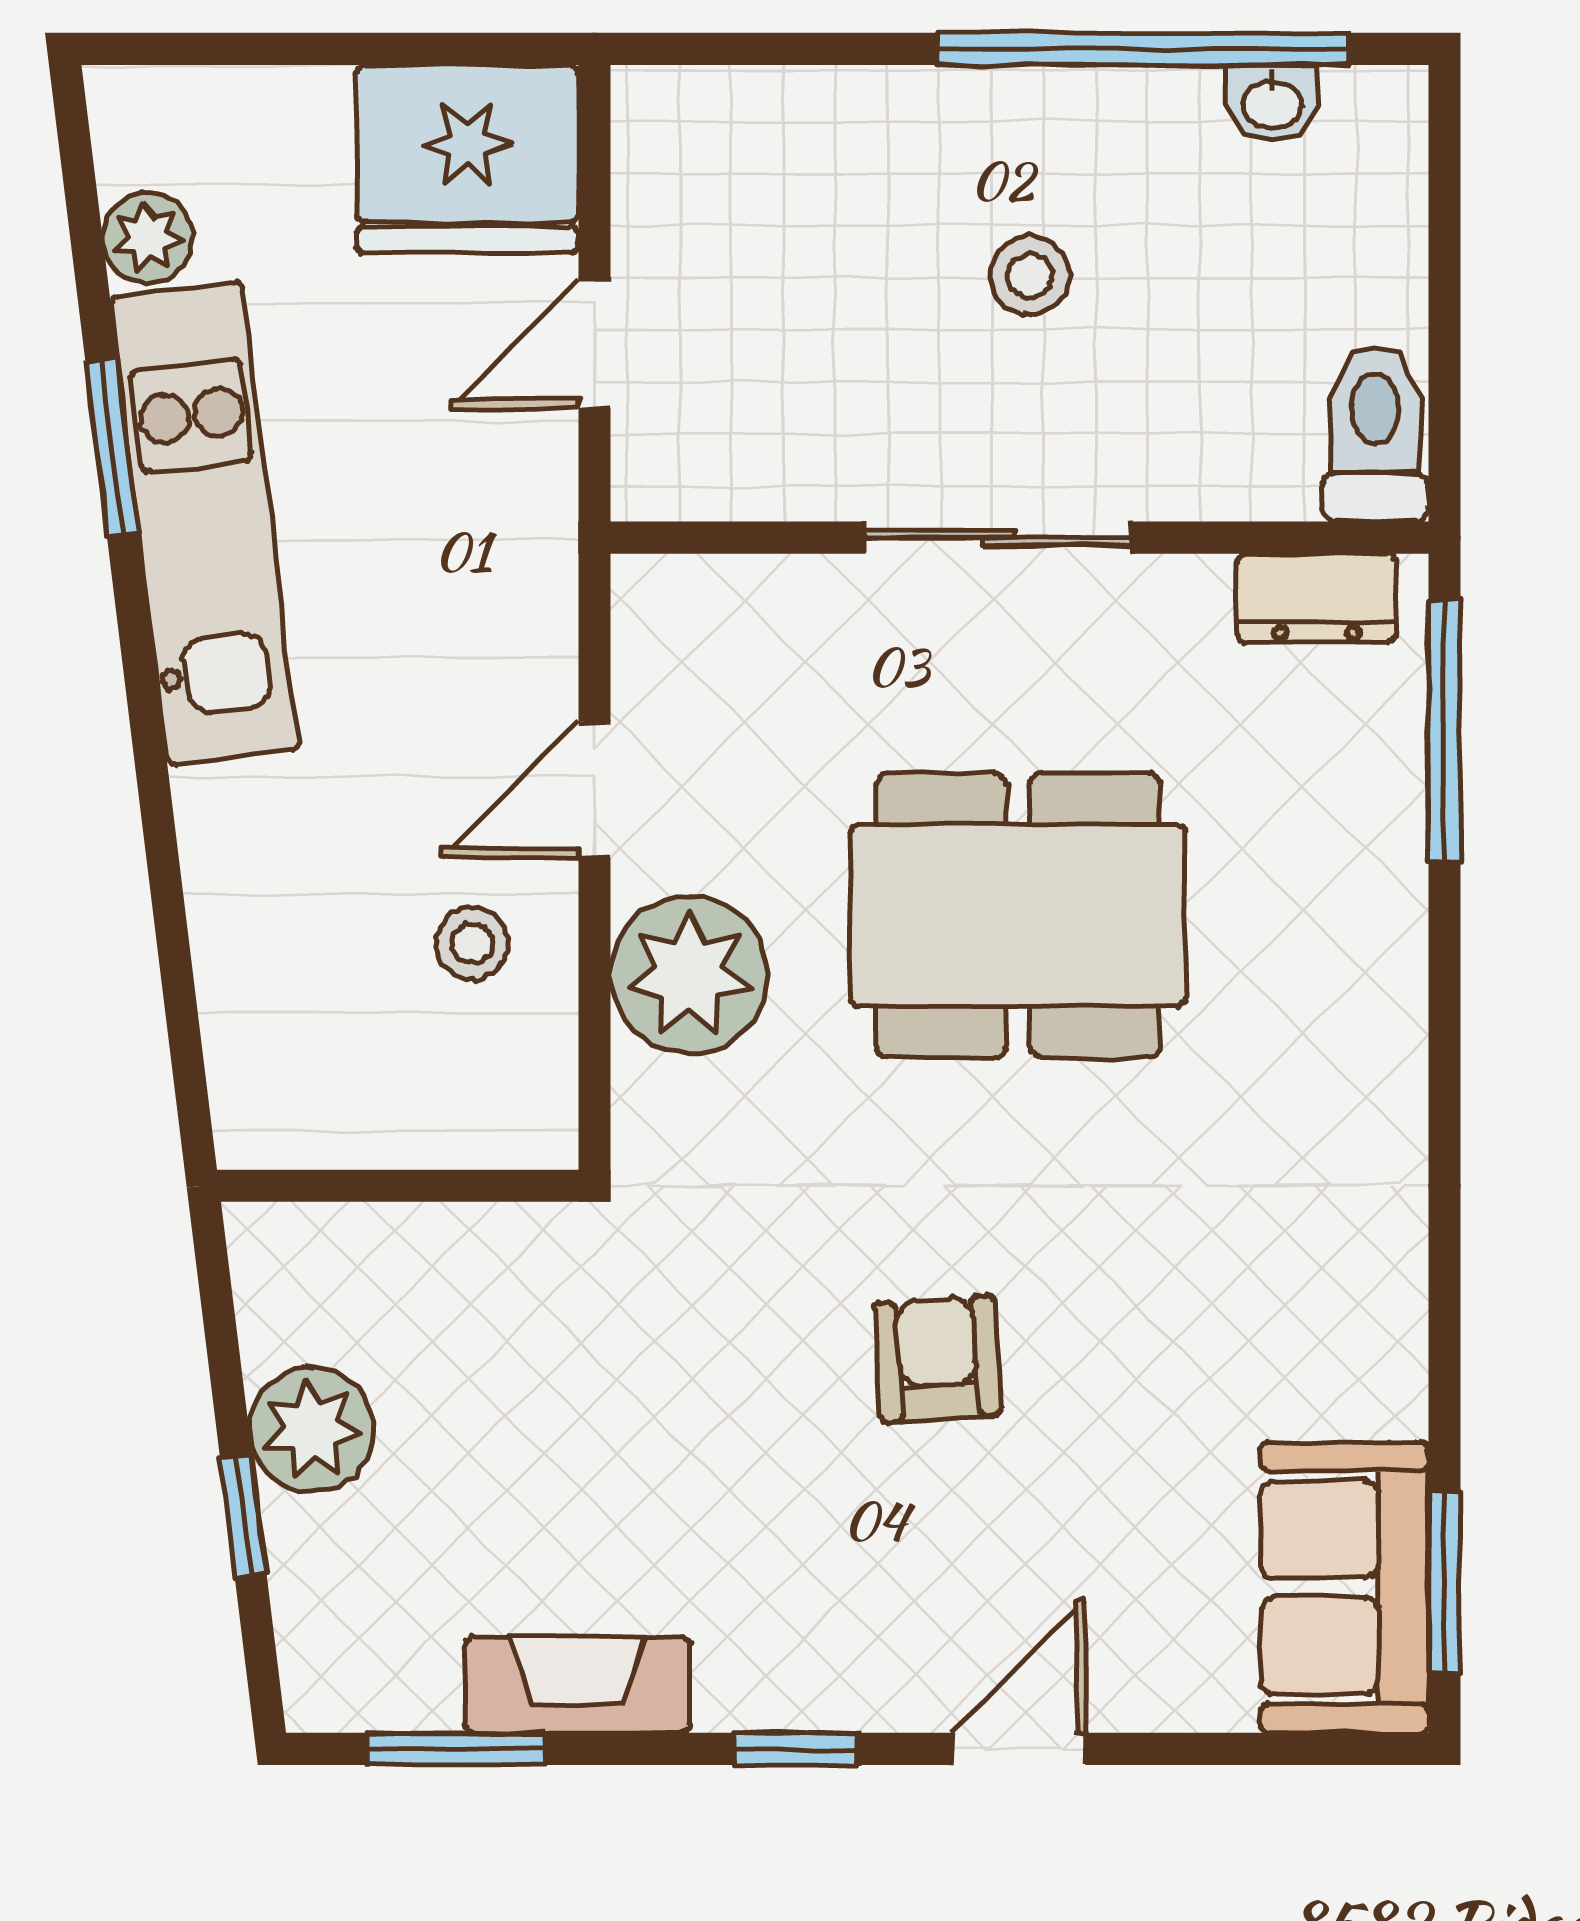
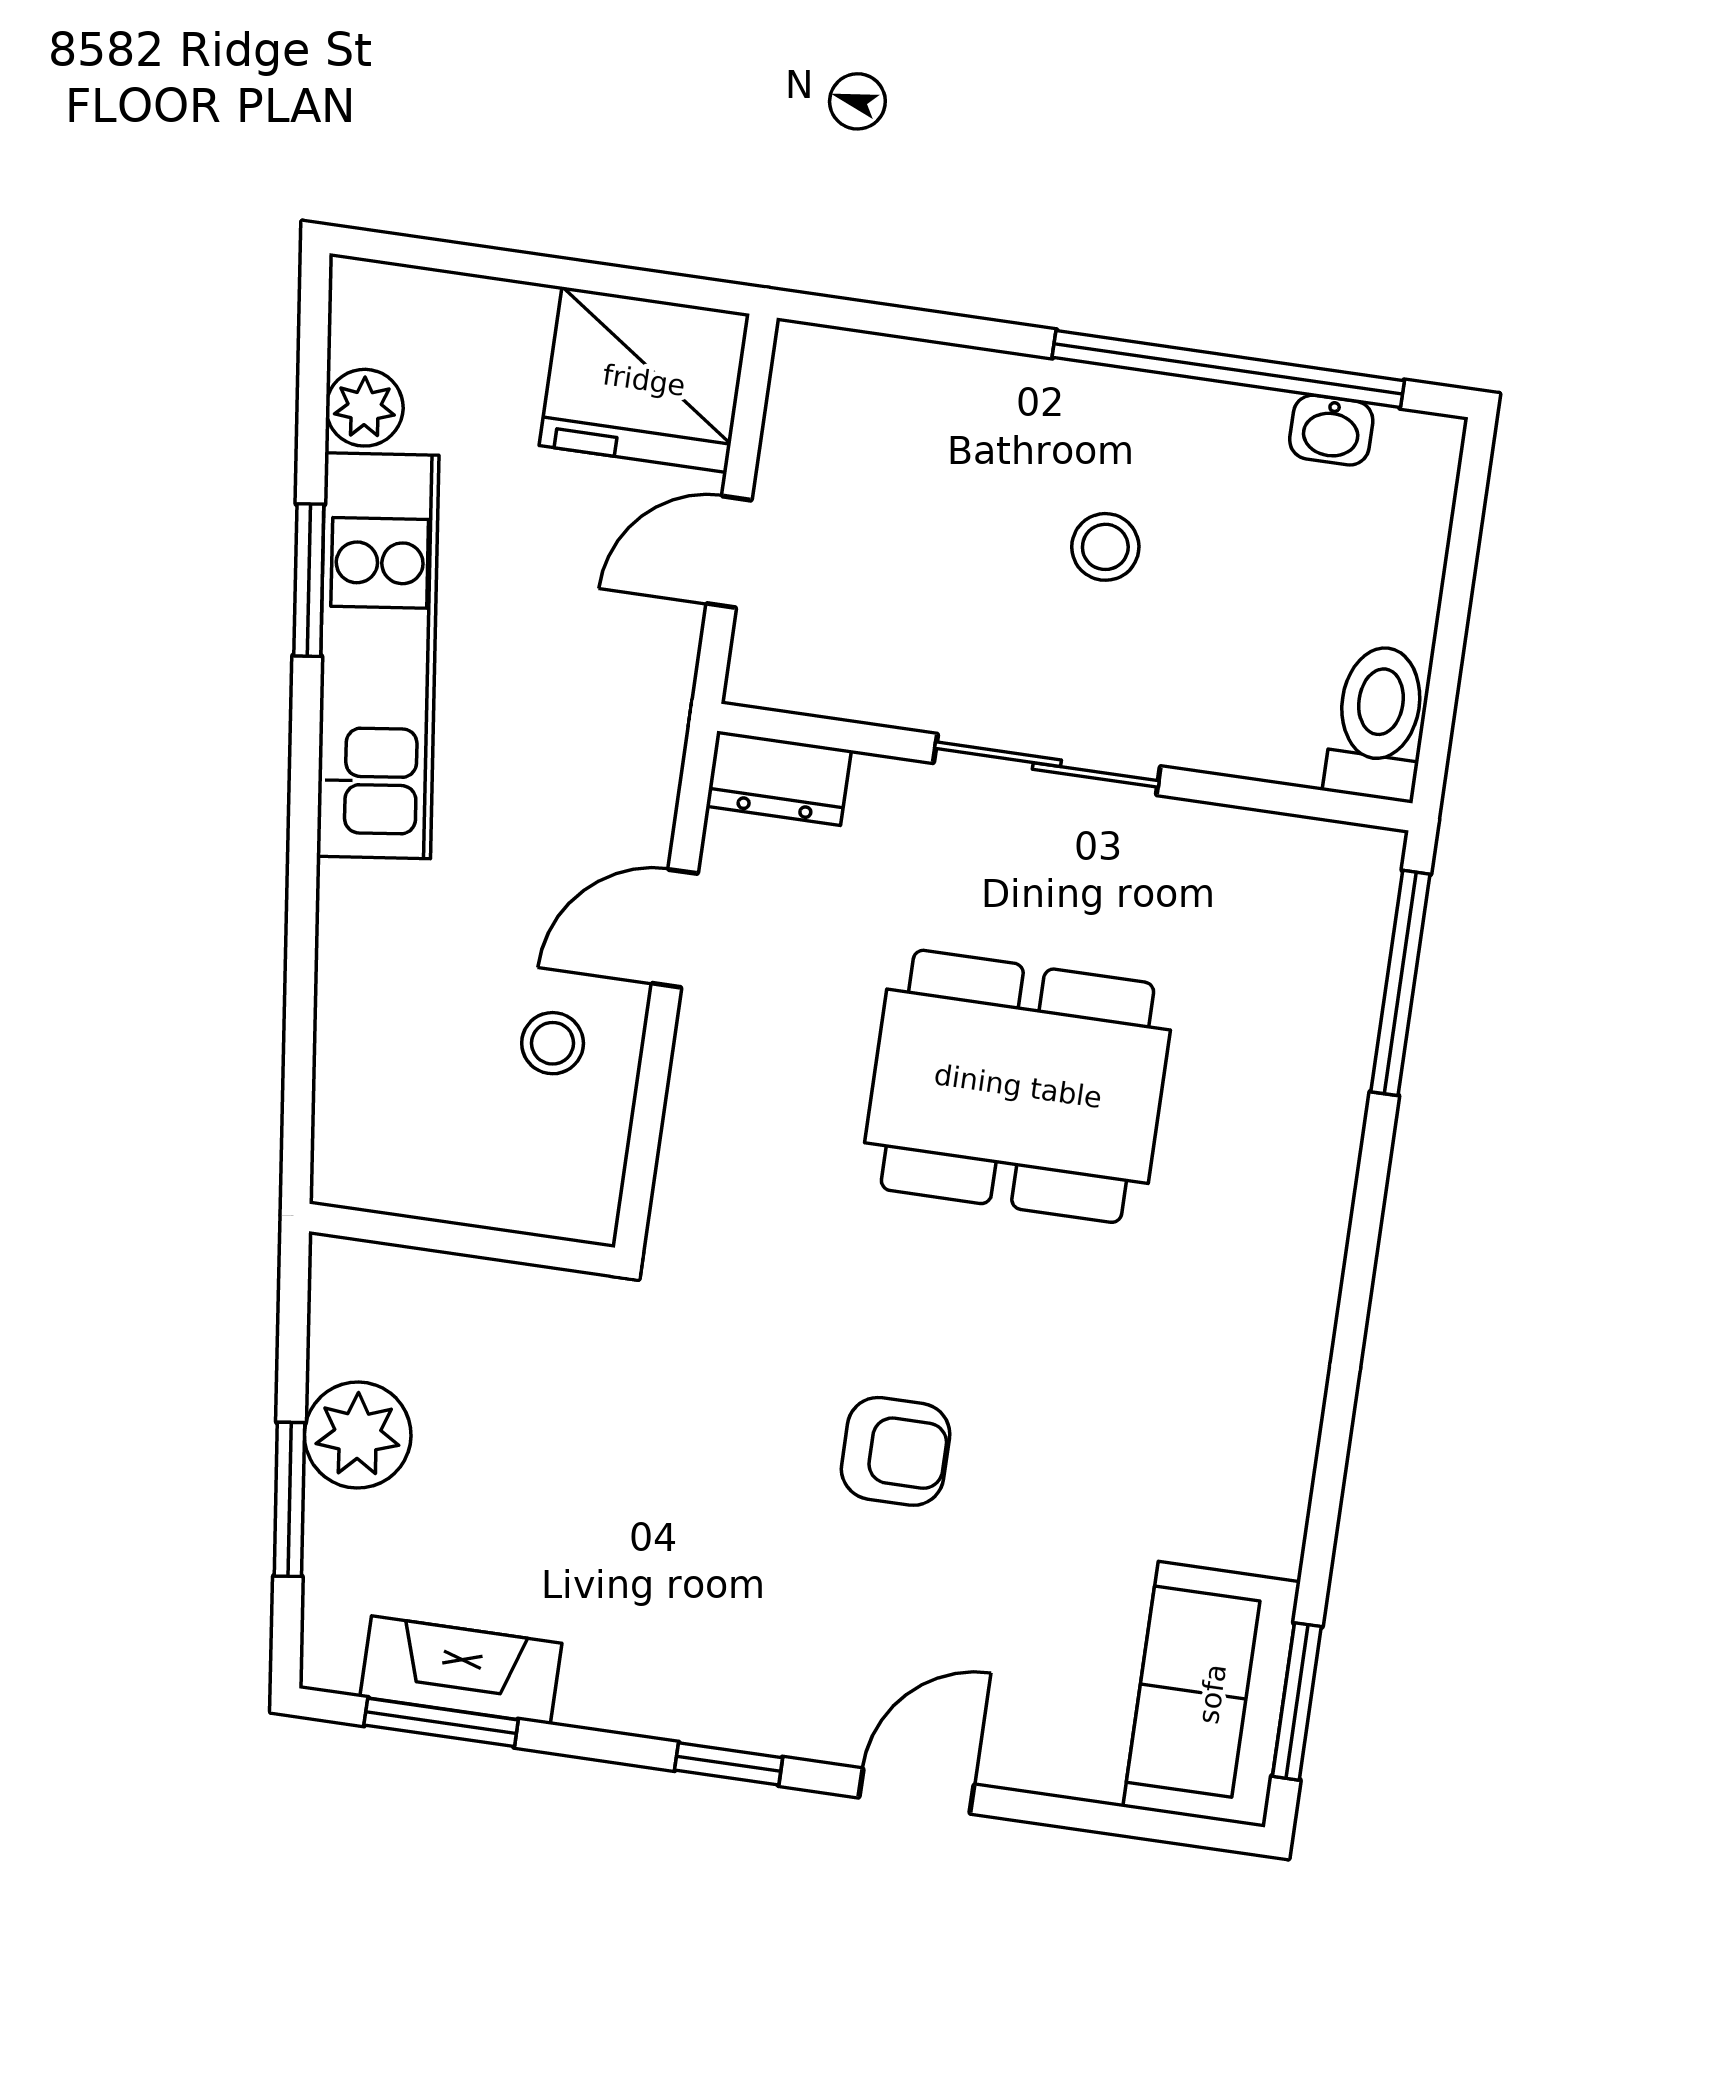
dresser: (1317, 598) -> (779, 778), moved
plant: (689, 975) -> (732, 1096), removed
armchair: (938, 1359) -> (896, 1451), turned 94
window: (243, 1516) -> (289, 1499), width x1.50
fireplace: (577, 1685) -> (461, 1670), moved

